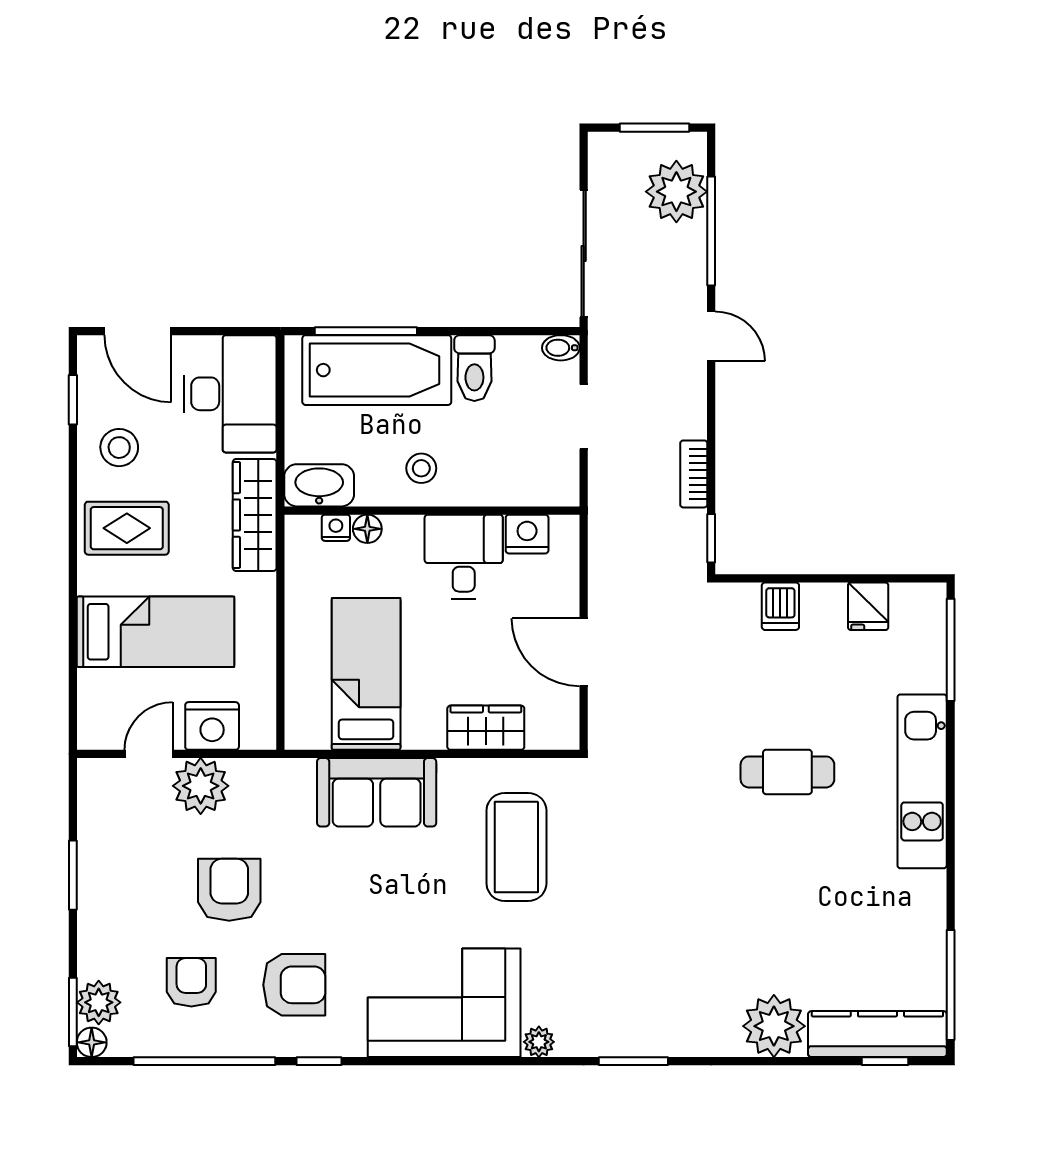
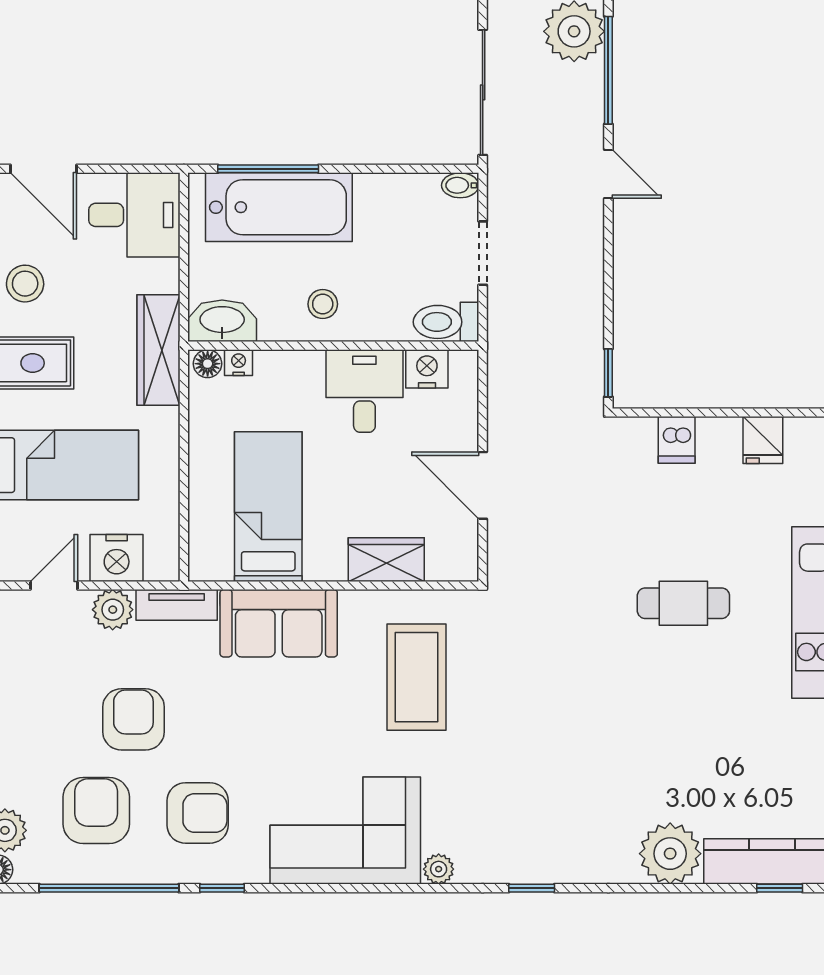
toilet: (474, 368) -> (446, 322), moved, turned 90
desk: (230, 394) -> (134, 215), width x0.73
bookcase: (694, 474) -> (591, 310), removed
floor lamp: (367, 529) -> (208, 364), moved
tv unit: (273, 774) -> (177, 605), added
plant: (201, 786) -> (113, 610), width x0.73, depth x0.73
armchair: (191, 982) -> (96, 810), width x1.38, depth x1.38
window: (633, 1061) -> (532, 888), width x0.67

